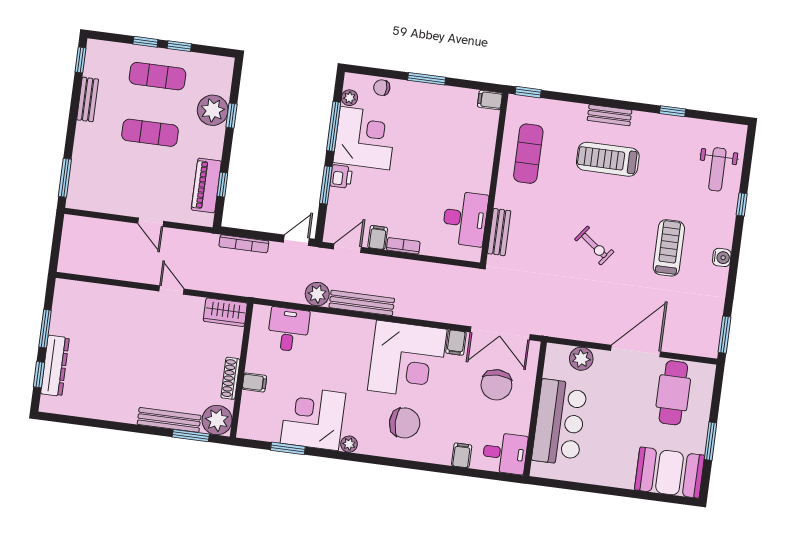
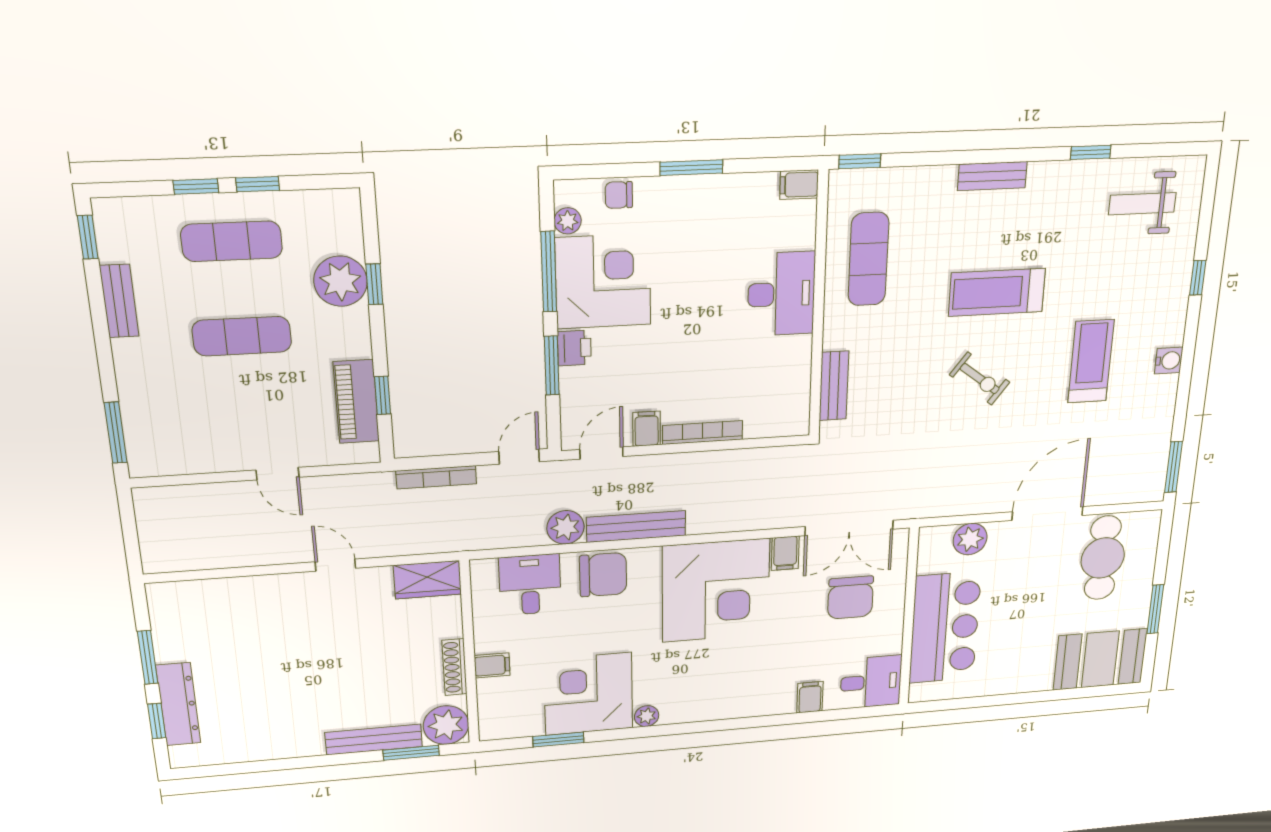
treadmill: (608, 159) -> (997, 292), moved
weight bench: (717, 169) -> (1142, 204), moved, turned 90
desk: (465, 219) -> (781, 294), moved
bookcase: (403, 246) -> (703, 432), width x1.56
chair: (405, 423) -> (603, 575), moved

